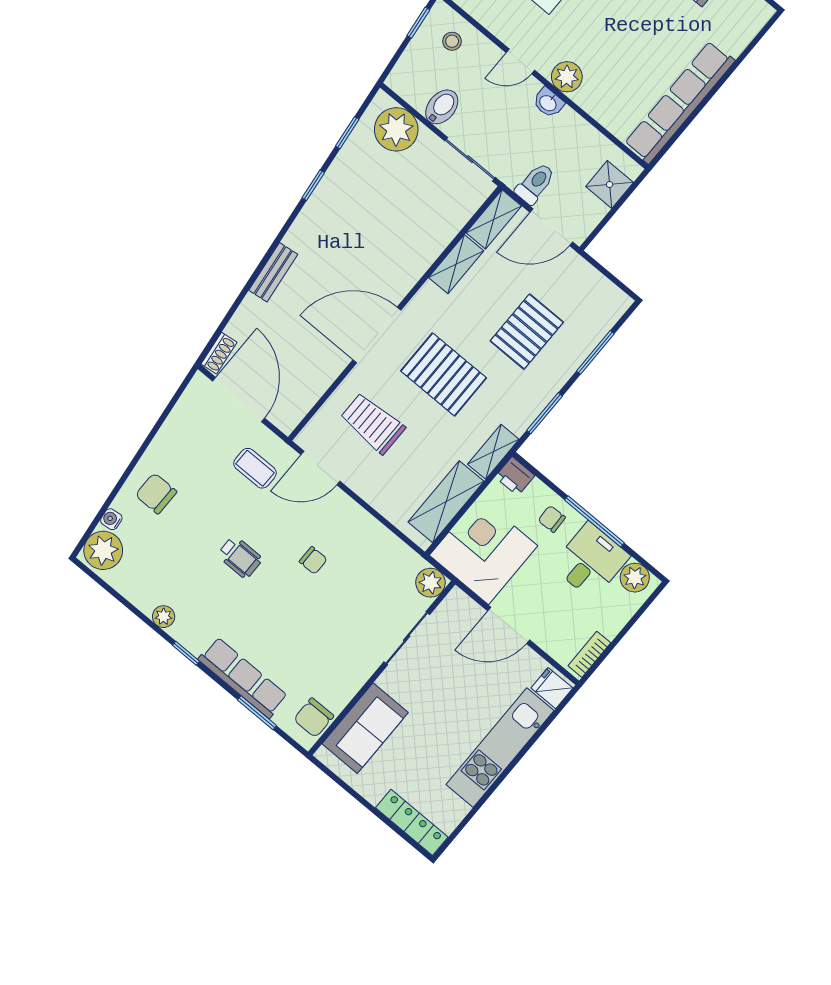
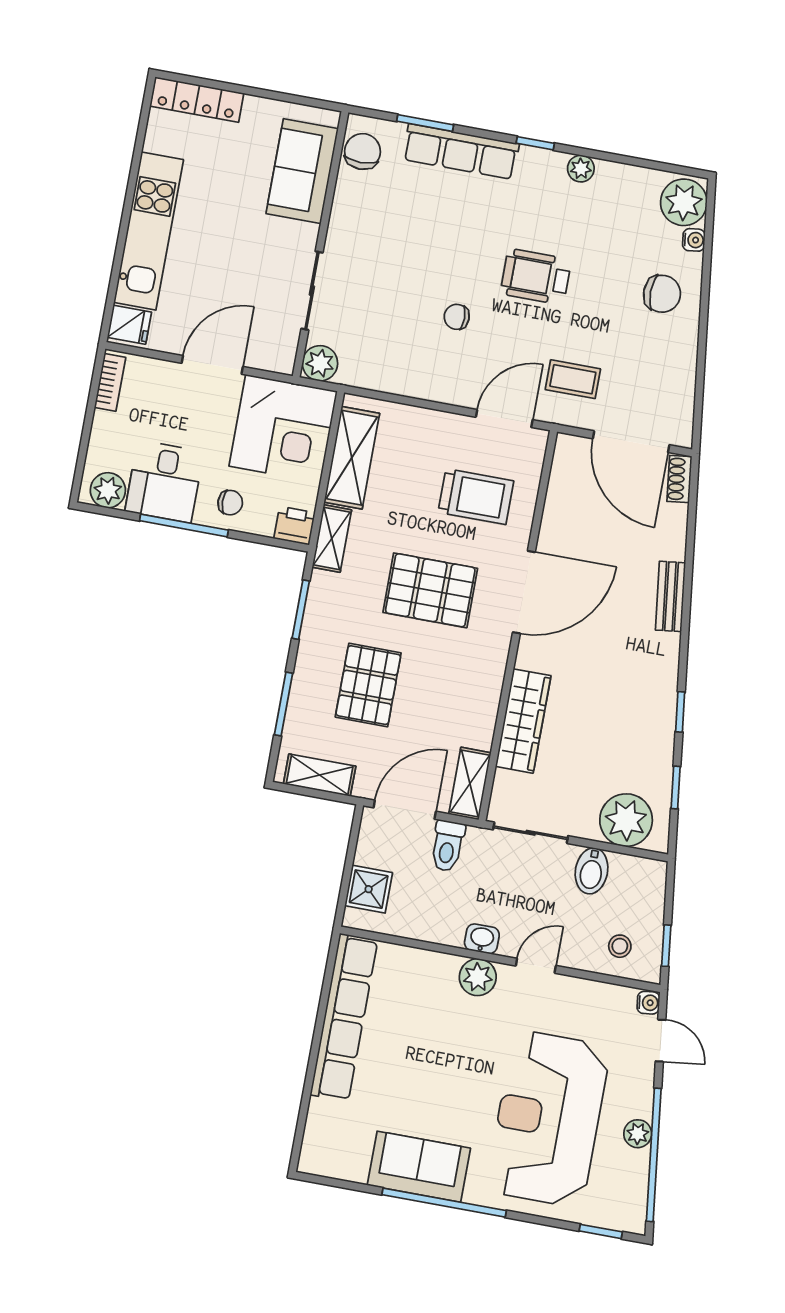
wardrobe: (430, 242) -> (523, 721), added
shelving: (456, 264) -> (320, 775), moved, turned 90
wheelchair: (240, 557) -> (536, 277), width x1.36, depth x1.37

